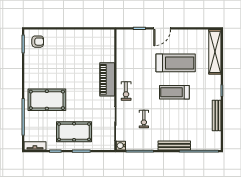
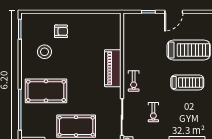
armchair: (38, 42) -> (61, 31), moved
stool: (46, 65) -> (45, 52), added
treadmill: (174, 92) -> (187, 82), turned 180

